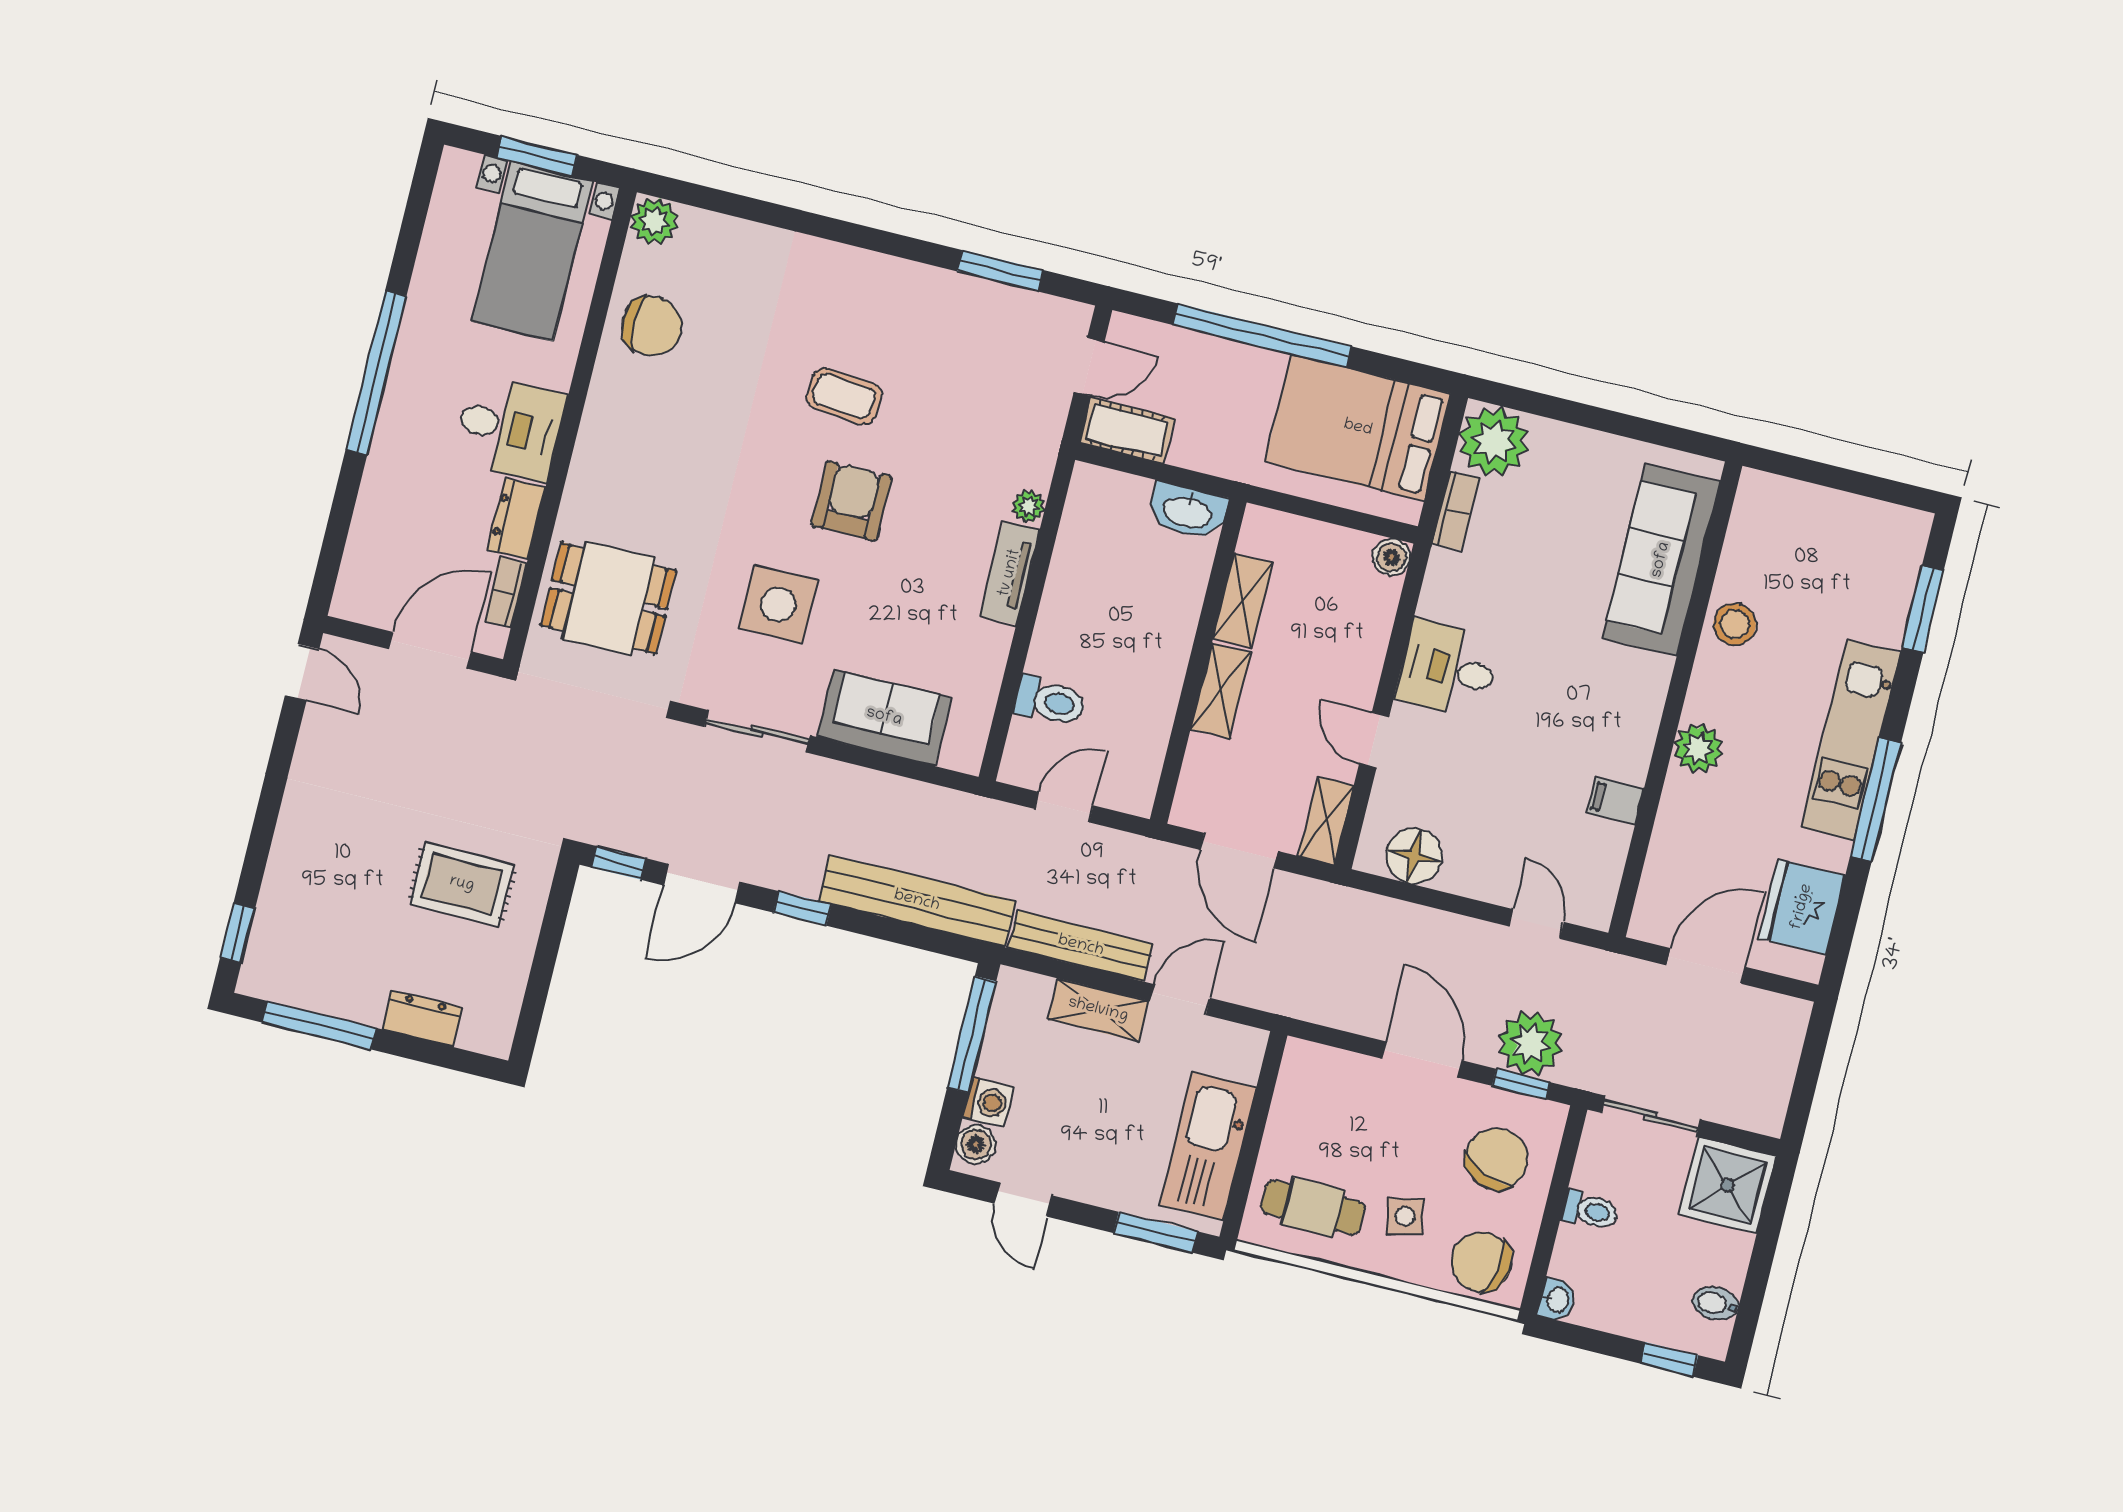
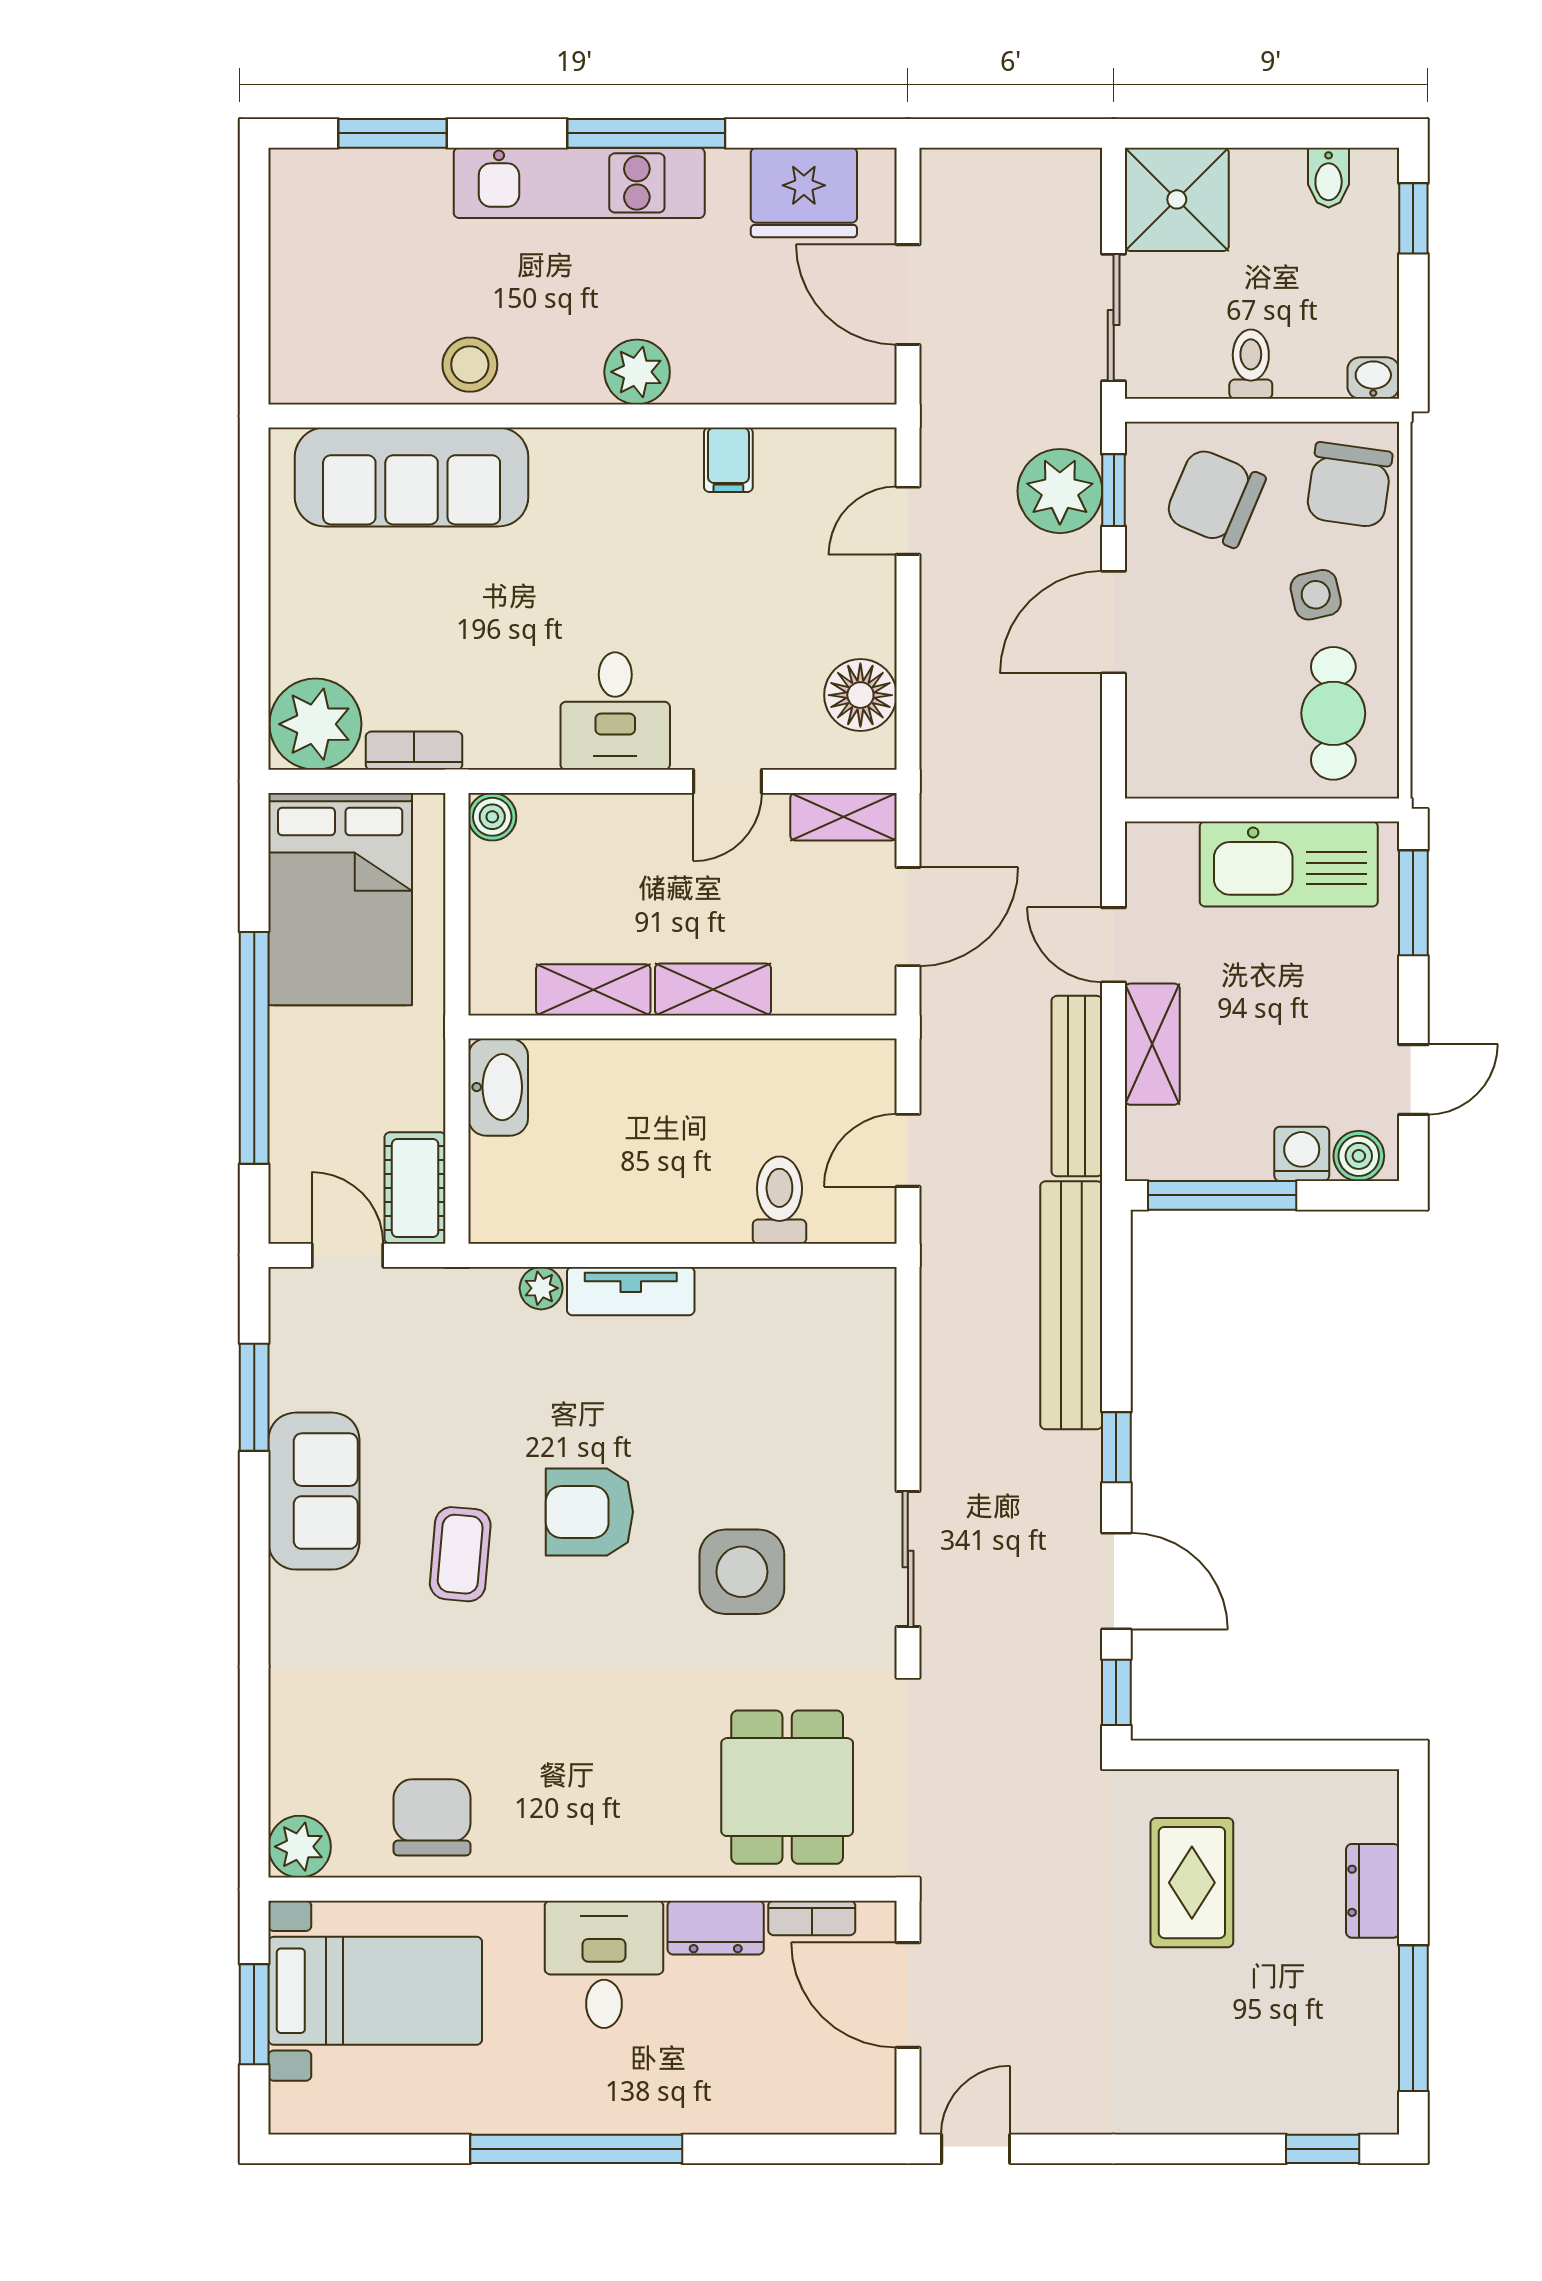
sofa: (884, 717) -> (314, 1491), moved, turned 180
door: (1064, 807) -> (908, 1150), hinge flipped

